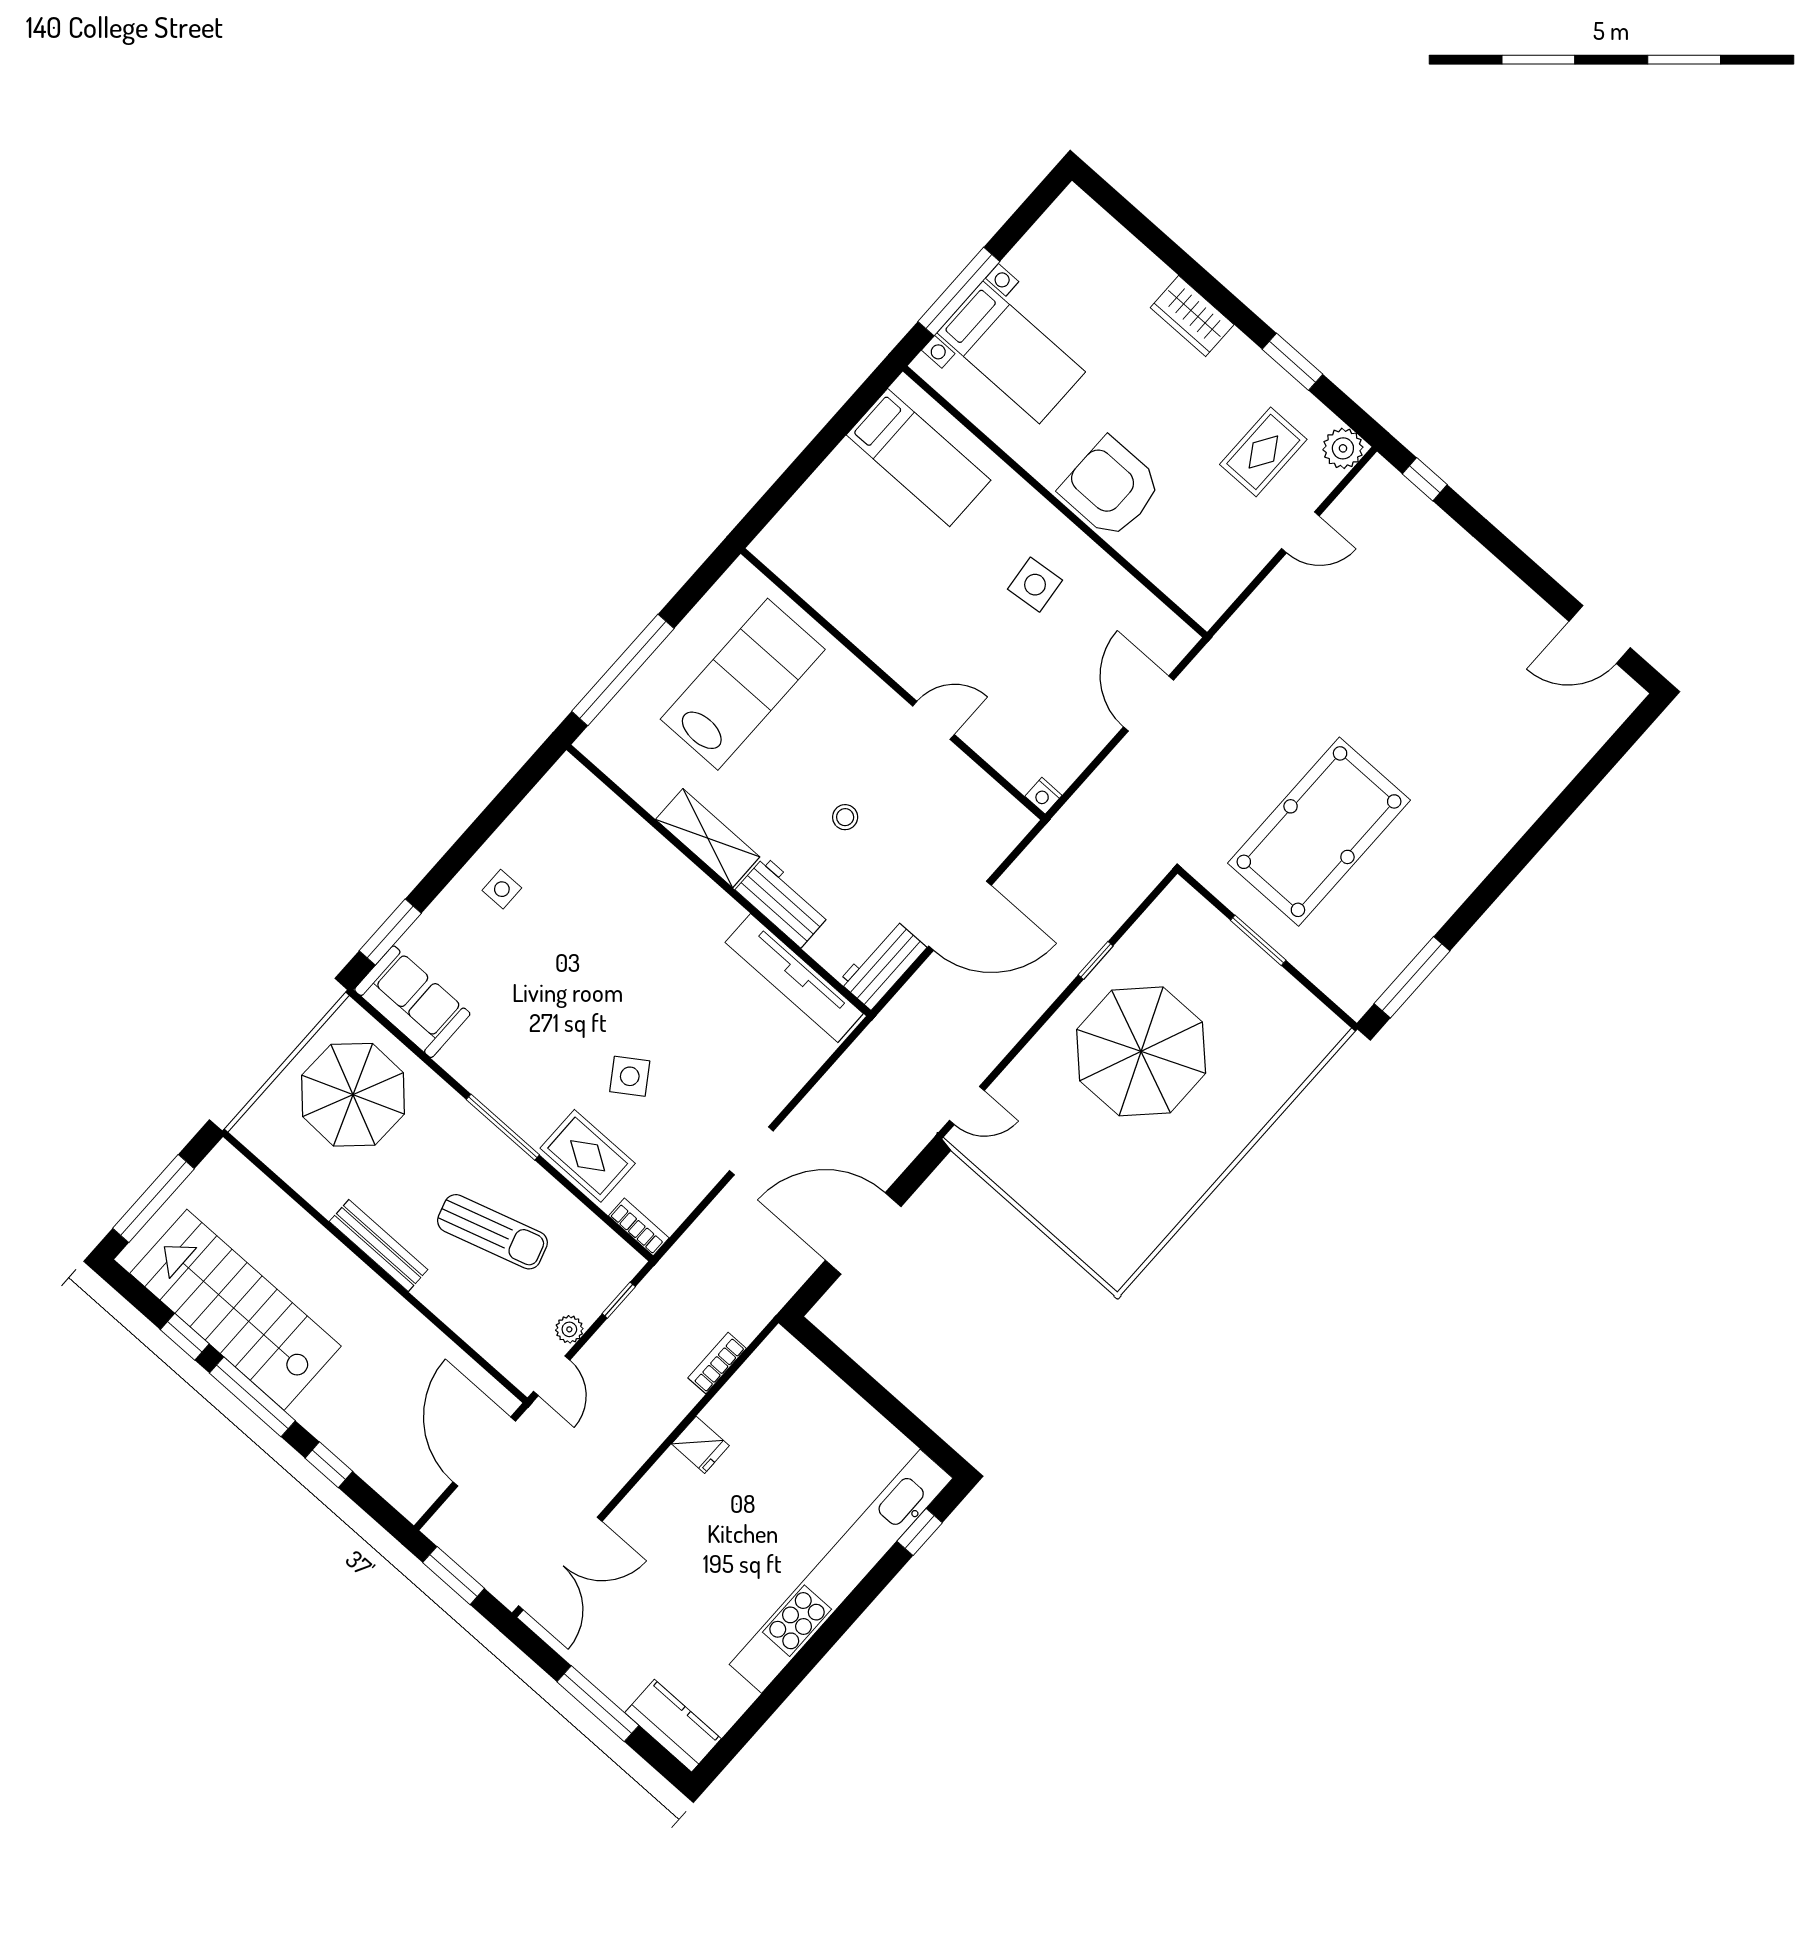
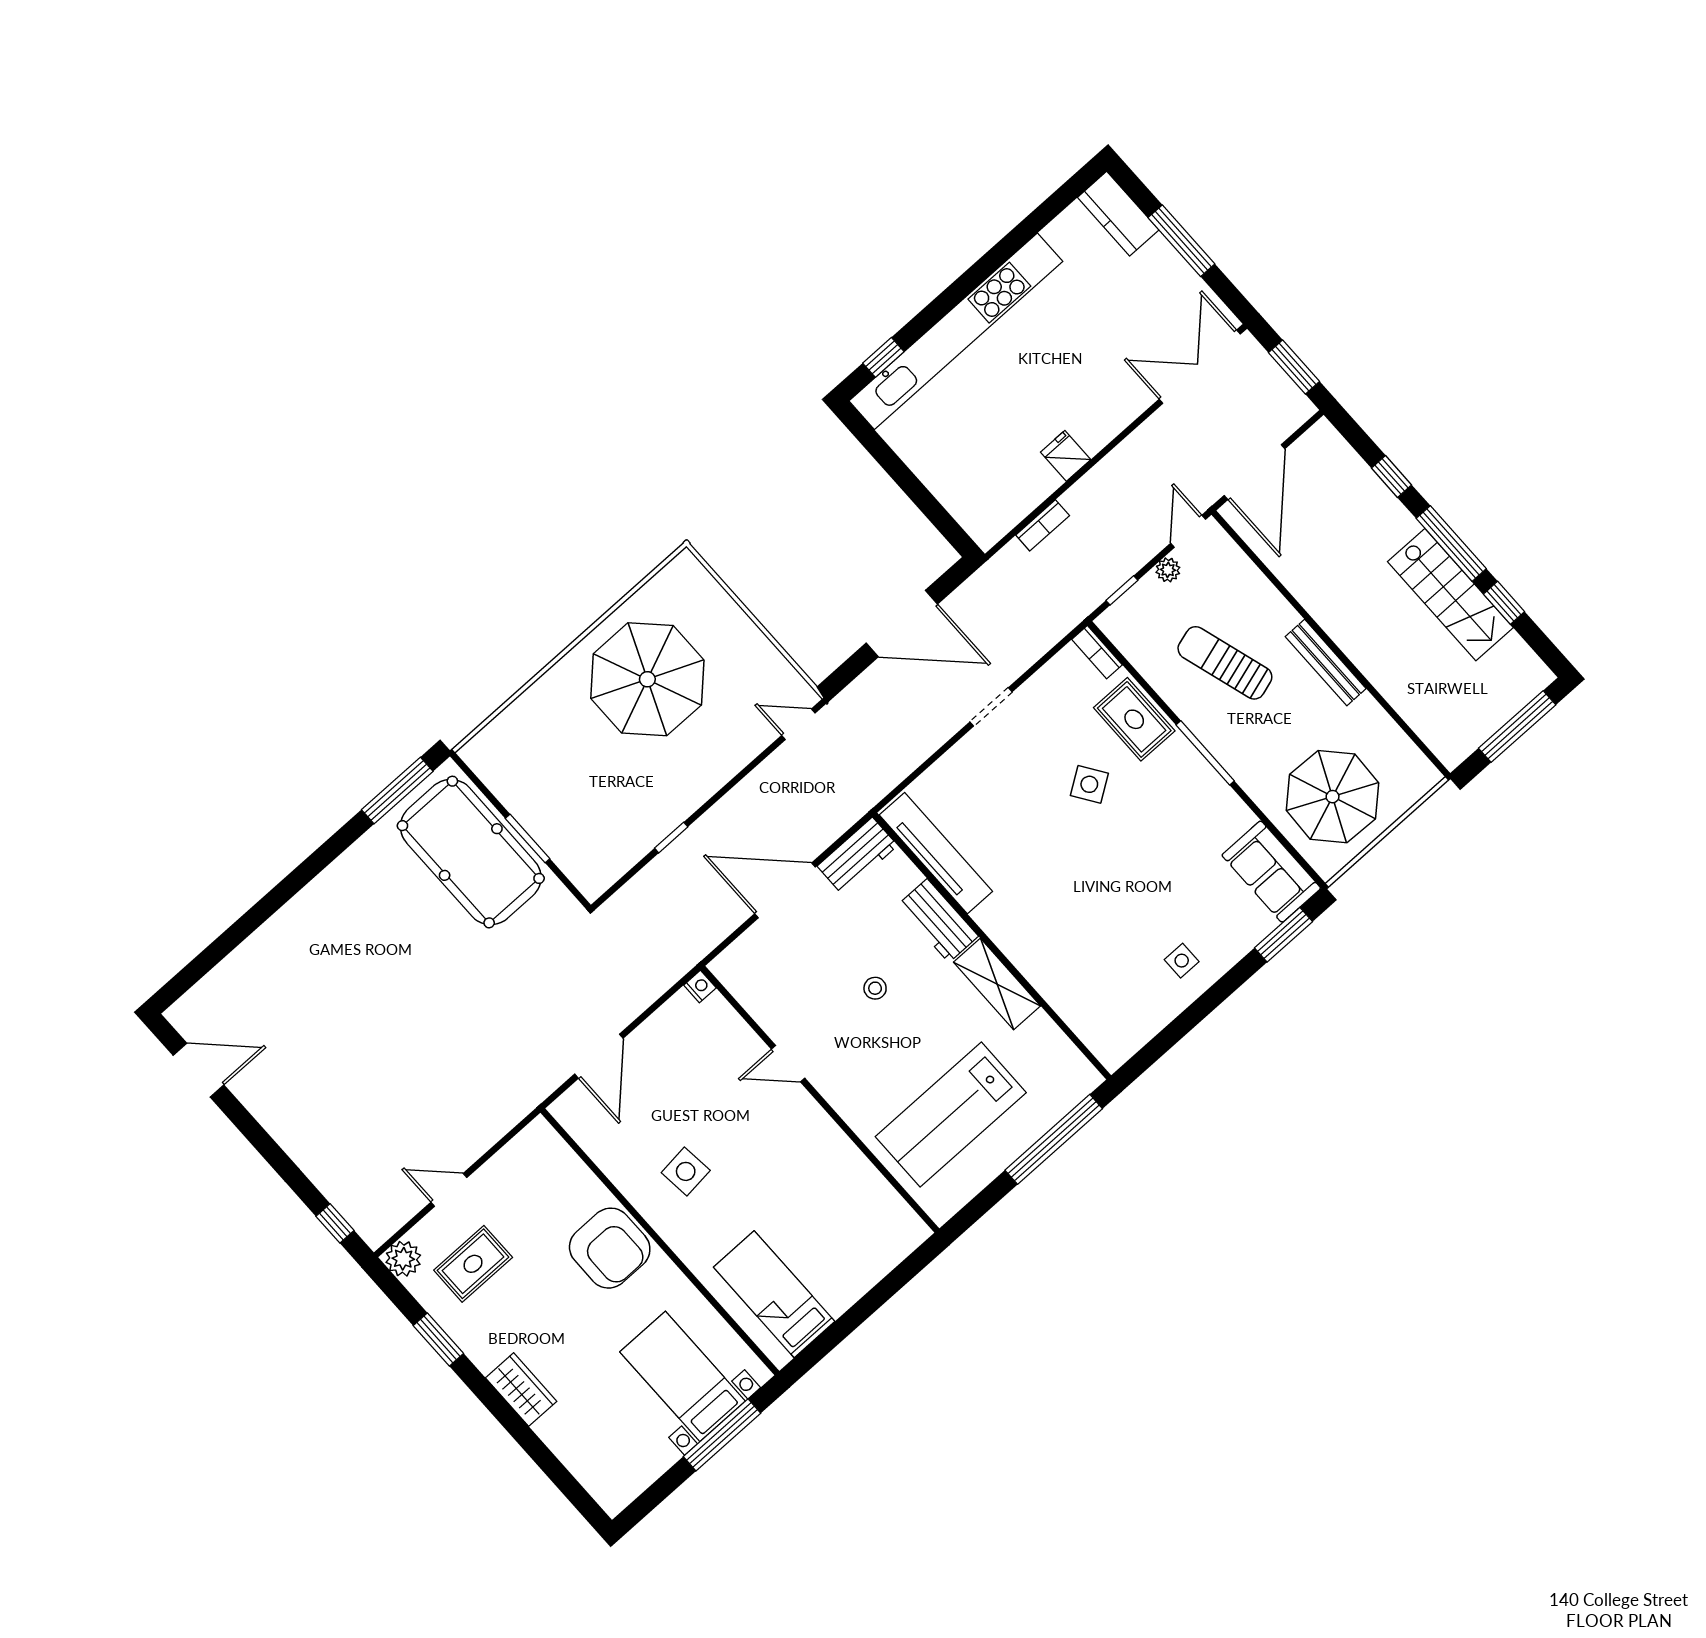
pool table: (1319, 832) -> (471, 852), moved, turned 90
parasol: (1141, 1051) -> (647, 679), moved
stairs: (236, 1310) -> (1450, 595), width x0.73, depth x0.66

